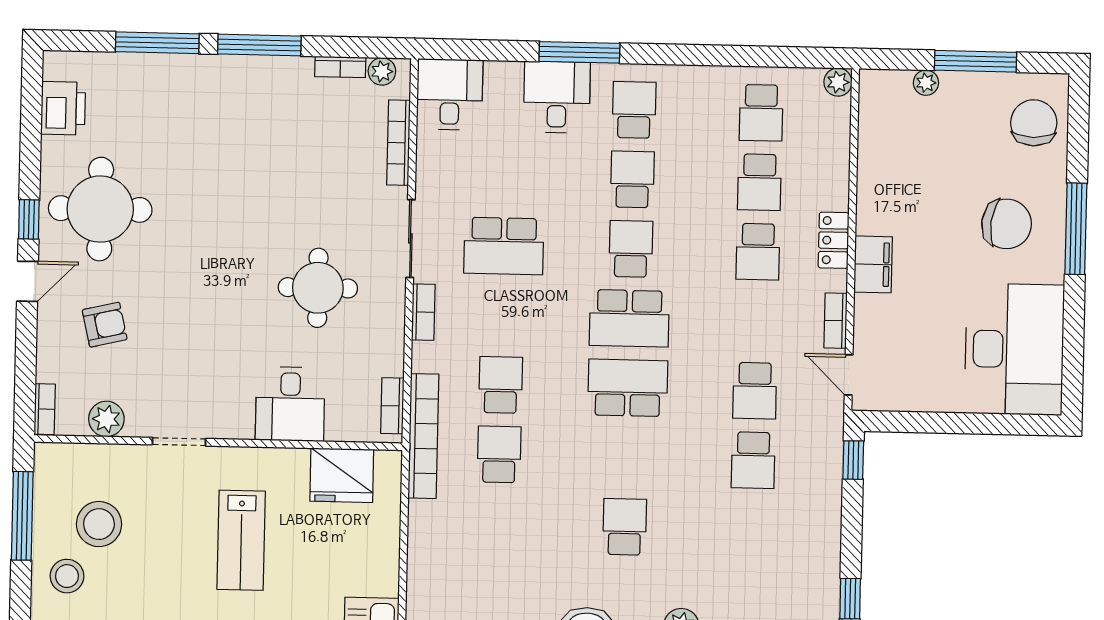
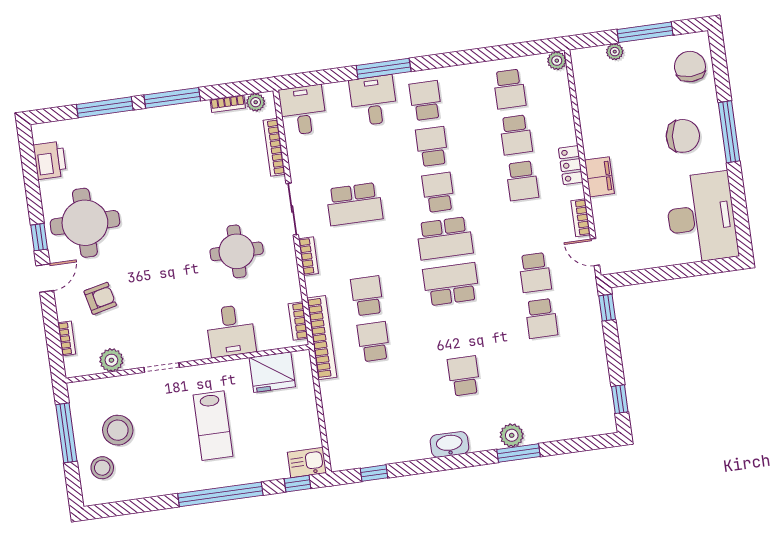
bookcase: (45, 409) -> (67, 338), moved

